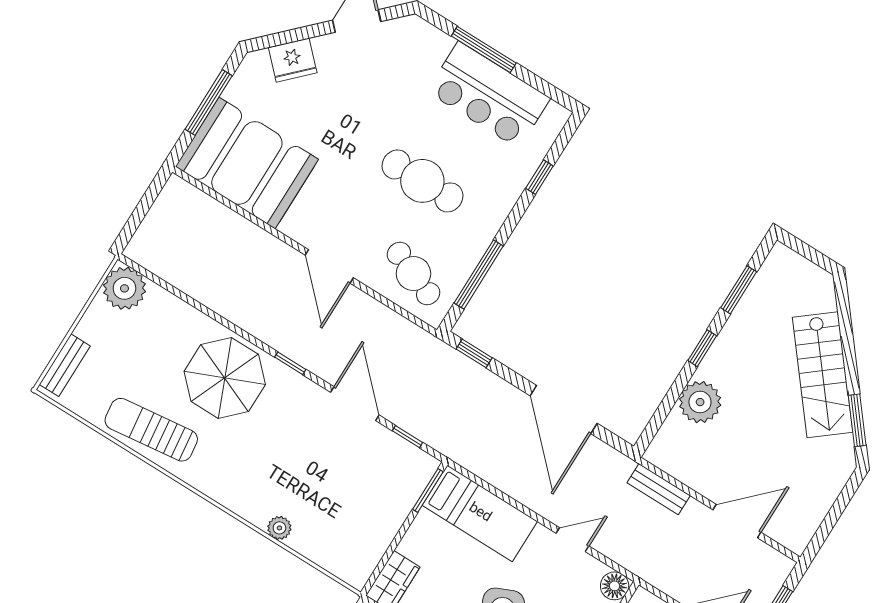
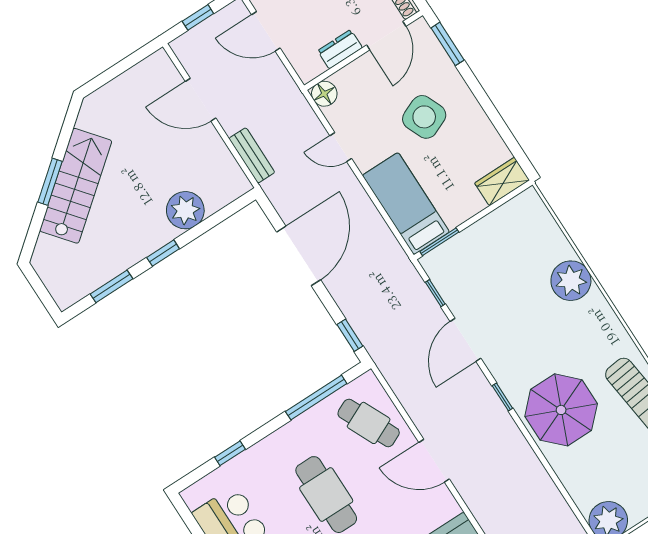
door: (329, 266) -> (434, 461), swing flipped
cafe table: (413, 274) -> (369, 423), turned -47
window: (857, 420) -> (50, 182), moved
plant: (279, 528) -> (571, 281), width x1.87, depth x1.87

